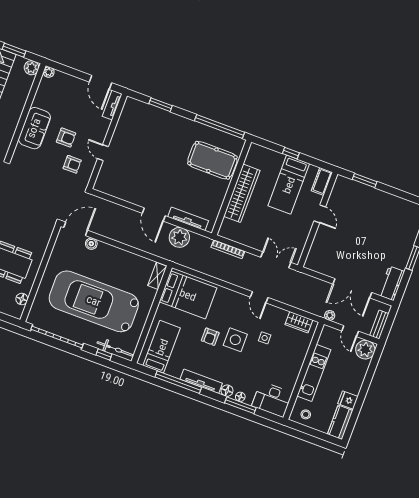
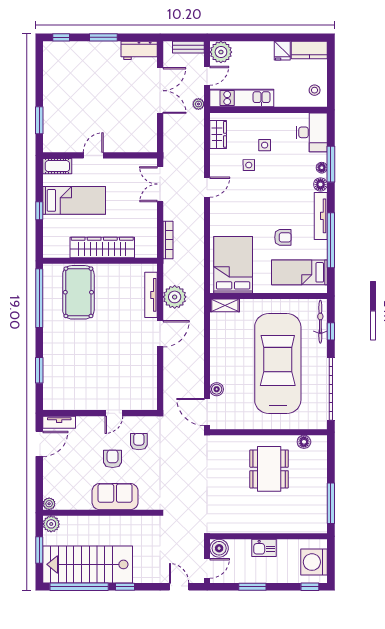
car: (94, 301) -> (278, 364), turned 180
armchair: (210, 337) -> (283, 237), moved
side table: (235, 340) -> (265, 145), moved, width x0.54, depth x0.54
kitchen unit: (314, 373) -> (242, 98), moved

